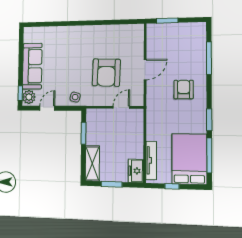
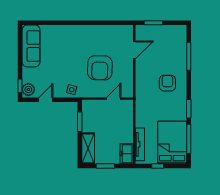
sofa: (32, 66) -> (31, 46), moved
door: (145, 70) -> (134, 50), moved

